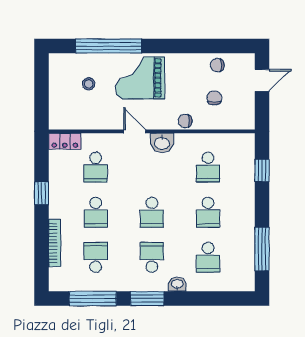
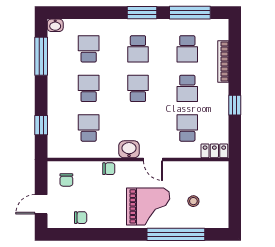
chair: (214, 98) -> (66, 180), moved
school desk: (96, 212) -> (187, 88), turned 180
washbasin: (177, 284) -> (55, 25), moved

